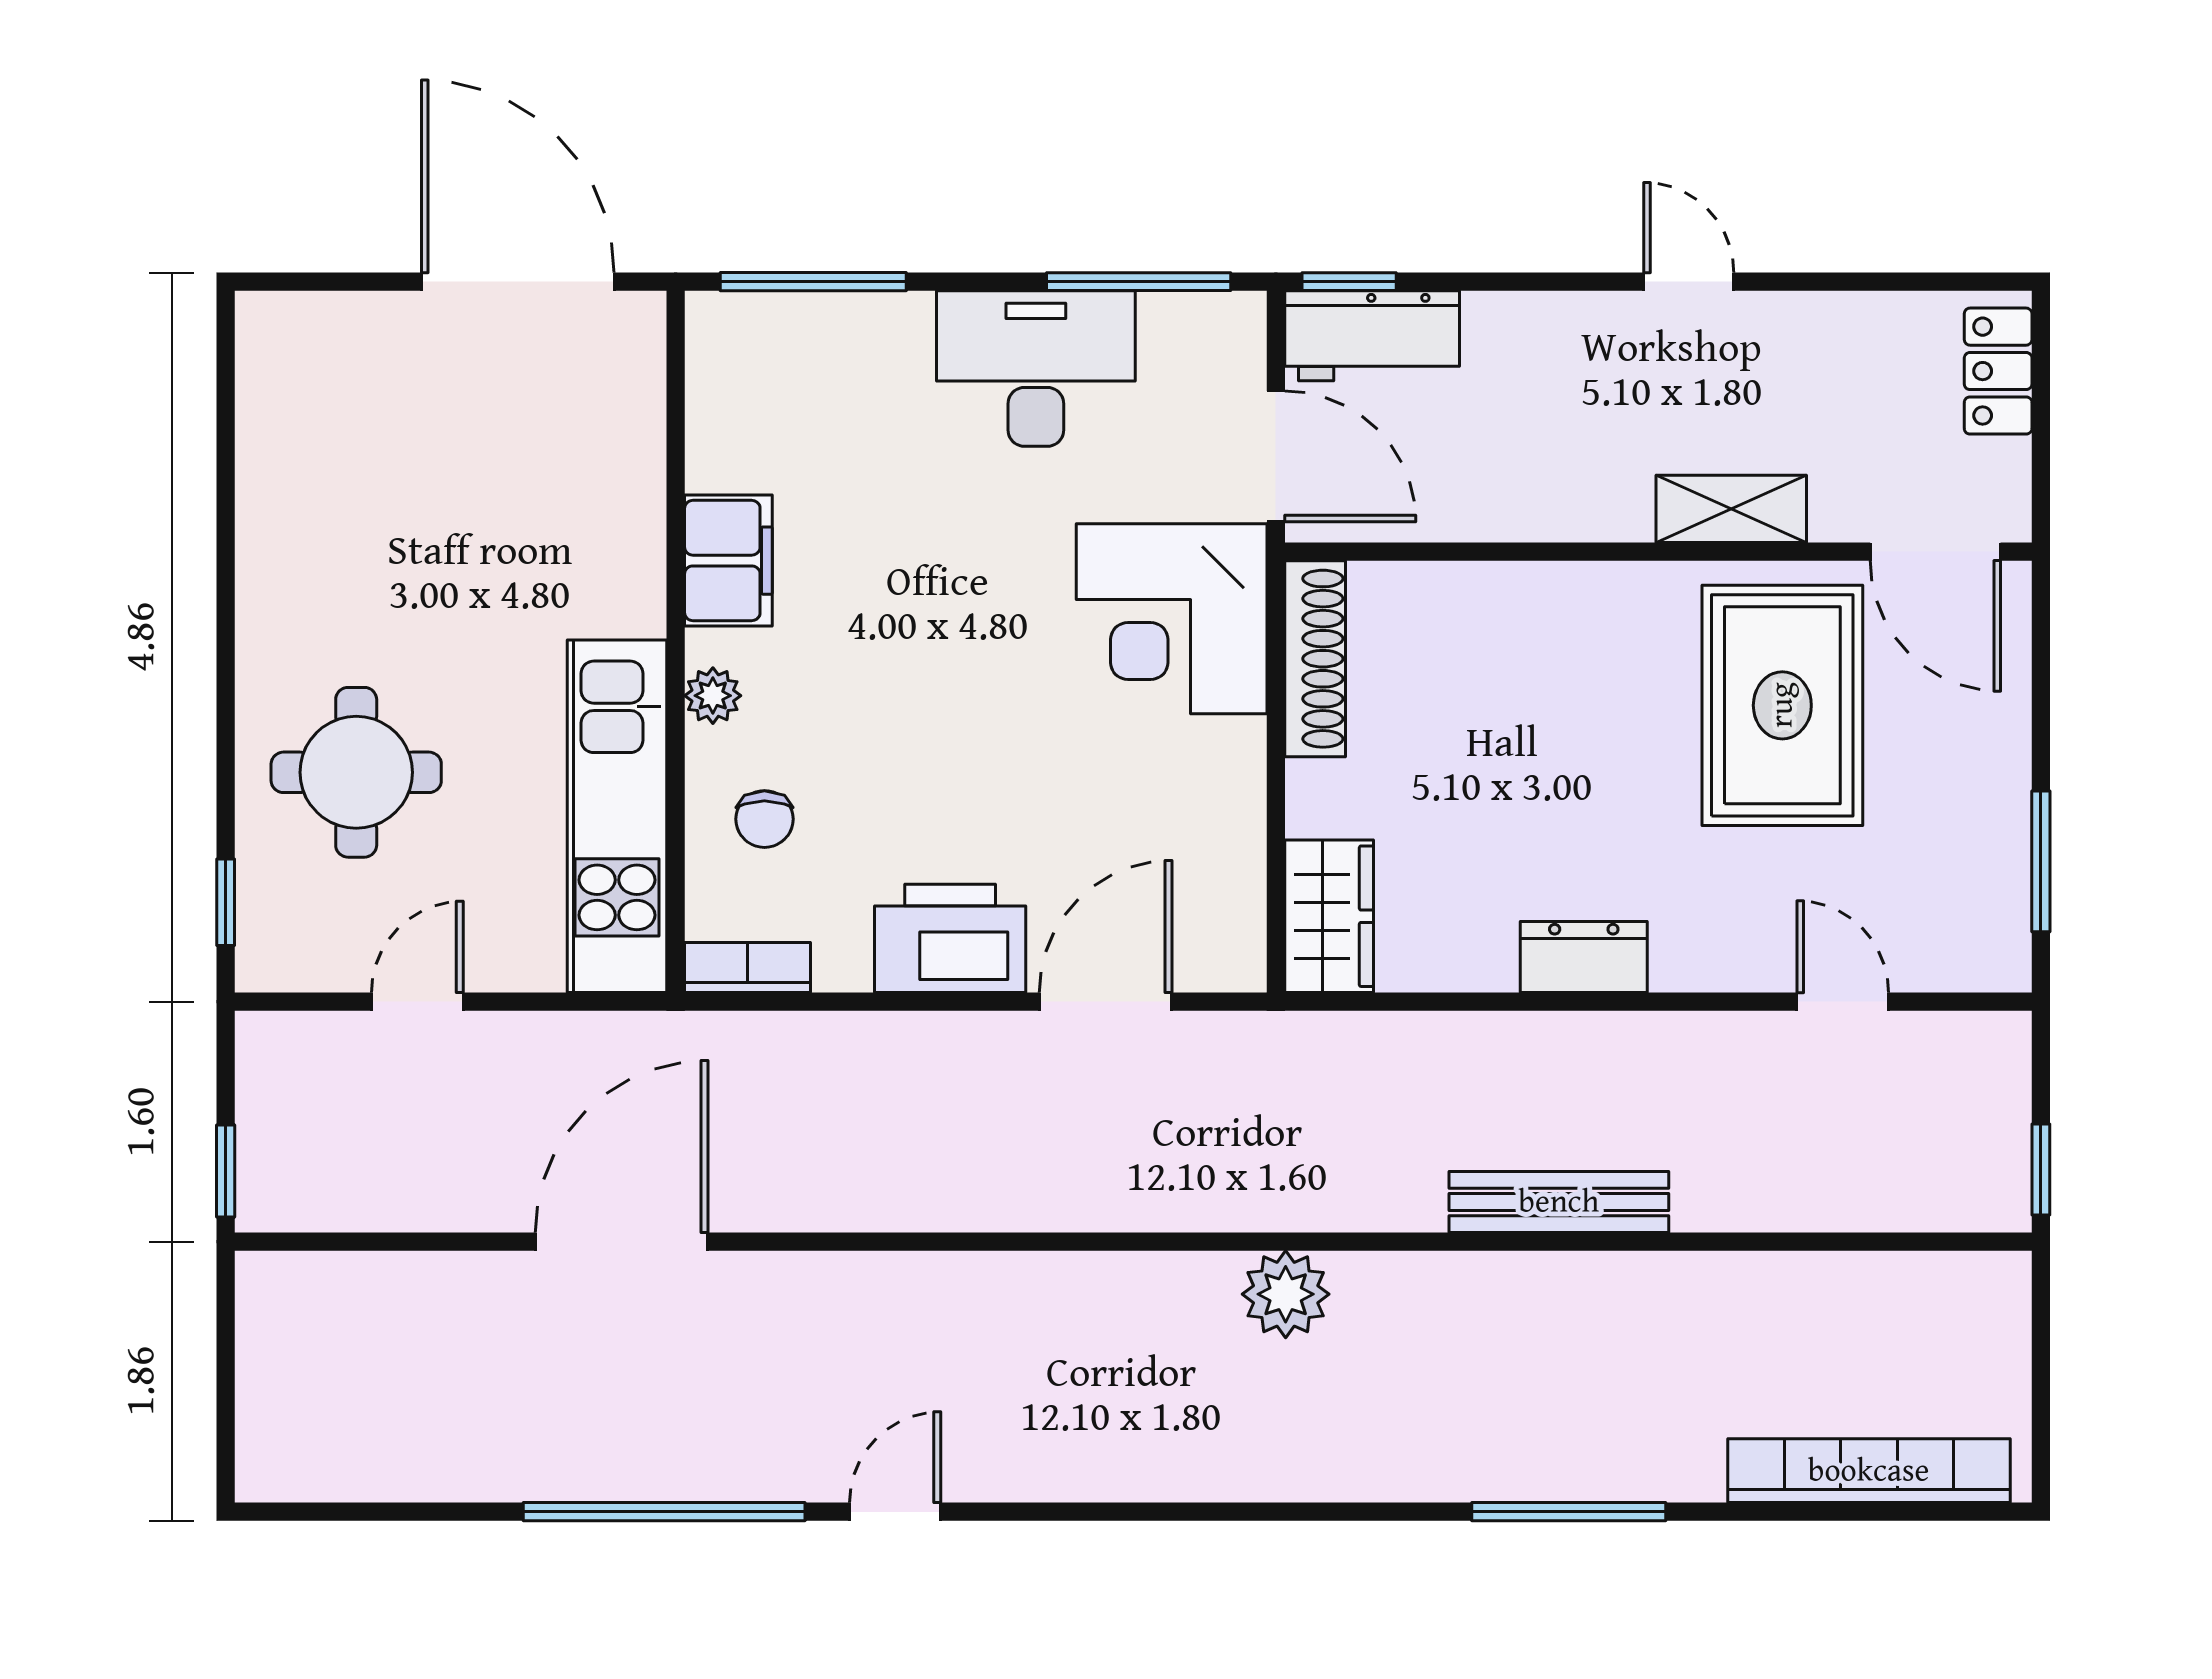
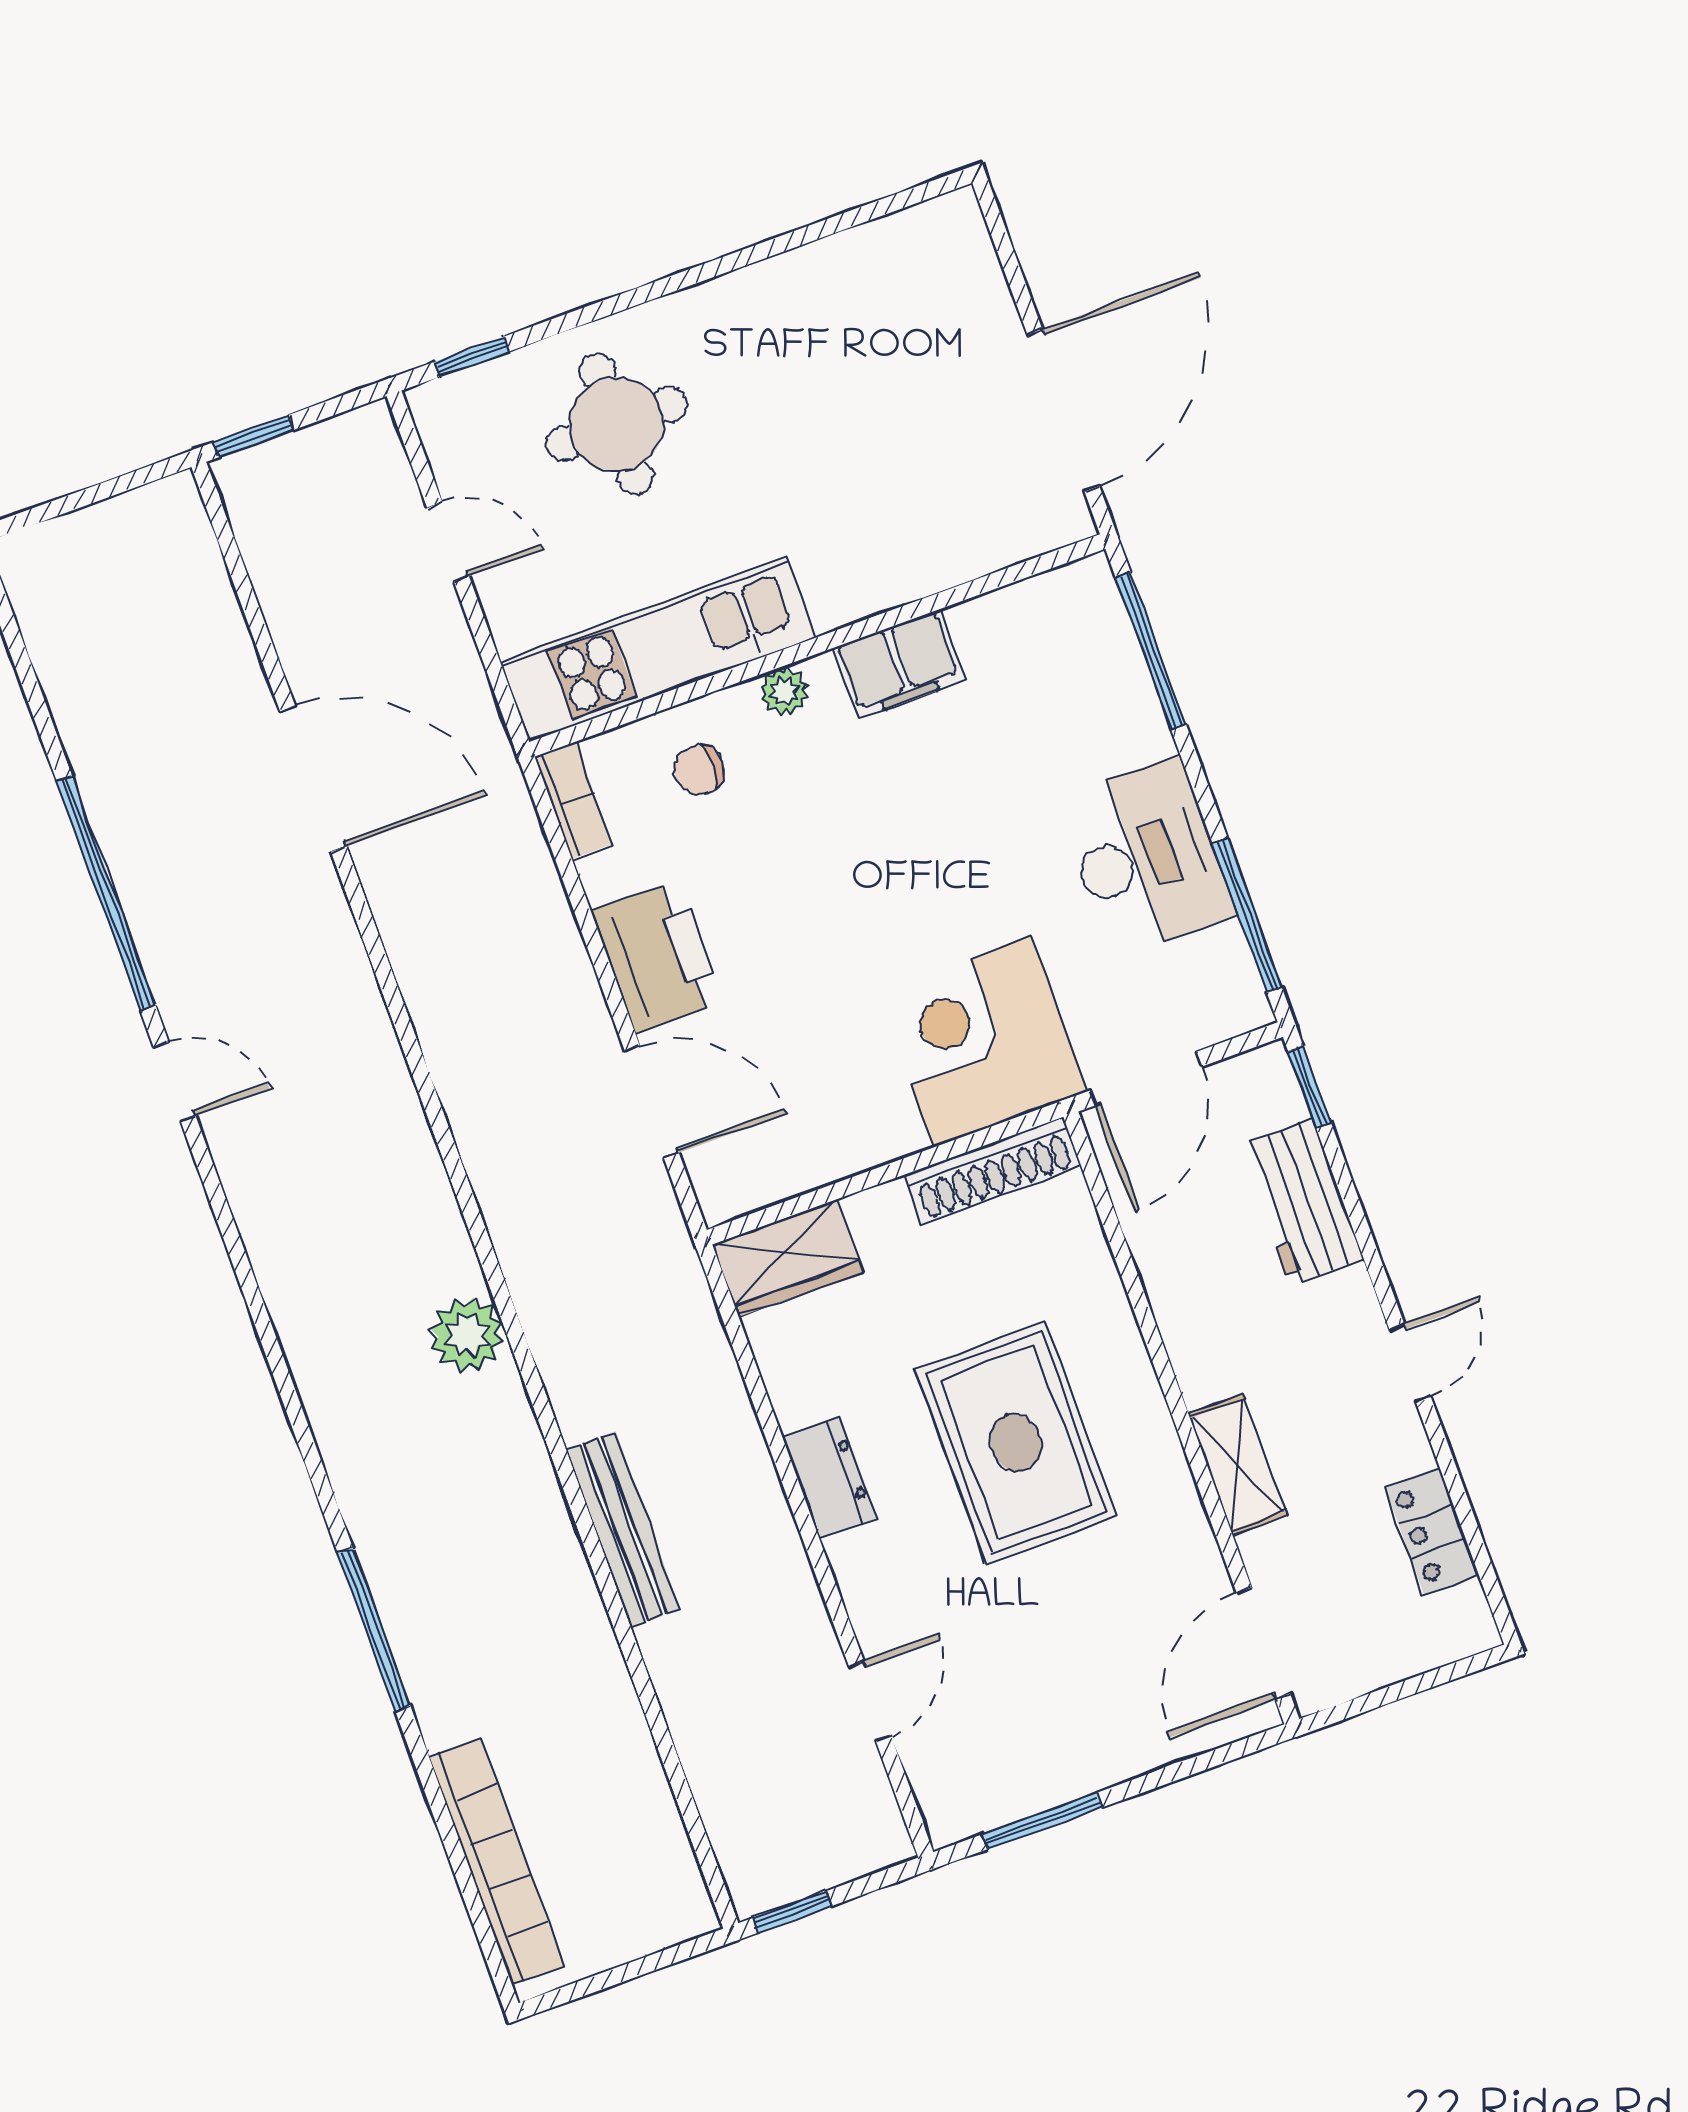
workbench: (1372, 336) -> (1302, 1202), moved
locker: (1998, 371) -> (1432, 1531), moved, turned -90
rug: (1782, 705) -> (1016, 1443), moved, turned 90

